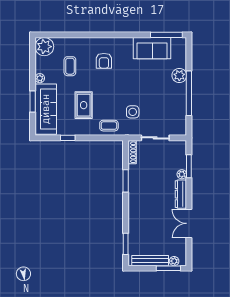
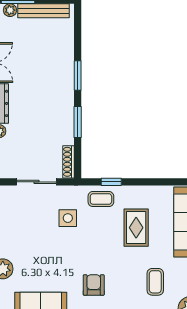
armchair: (104, 61) -> (94, 285), moved
window: (68, 138) -> (111, 182), moved
window: (126, 244) -> (78, 75), moved

